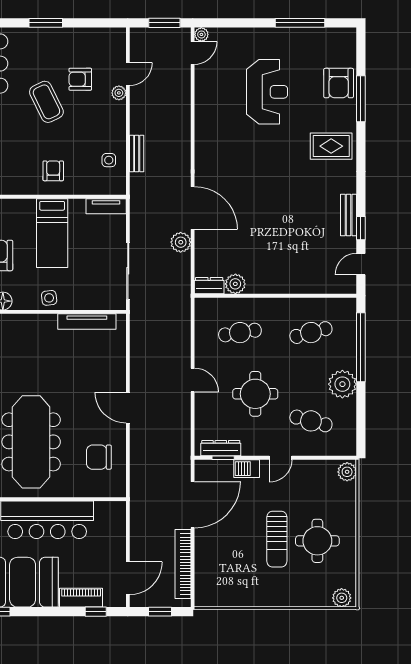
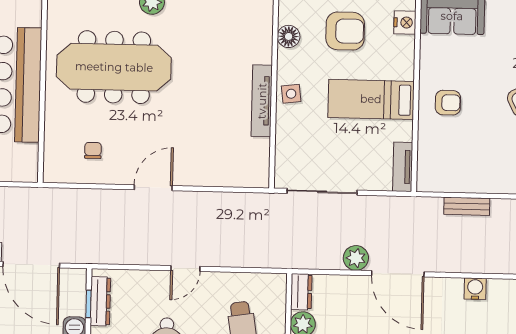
water cooler: (203, 145) -> (475, 289), added
side table: (109, 160) -> (459, 172), removed
door: (193, 208) -> (398, 274), hinge flipped
tv unit: (87, 322) -> (262, 101), moved
chair: (99, 457) -> (93, 150), width x0.54, depth x0.54

